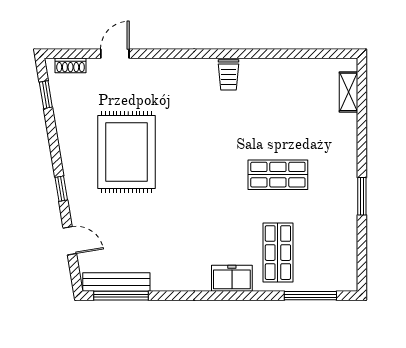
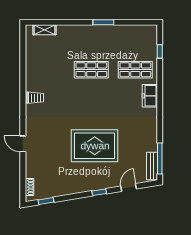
door: (115, 54) -> (23, 144), moved
rug: (127, 152) -> (95, 146), moved
shop shelf: (278, 175) -> (91, 70), turned 90
bench: (116, 282) -> (152, 166), width x0.73
window: (310, 296) -> (160, 51), width x0.46

